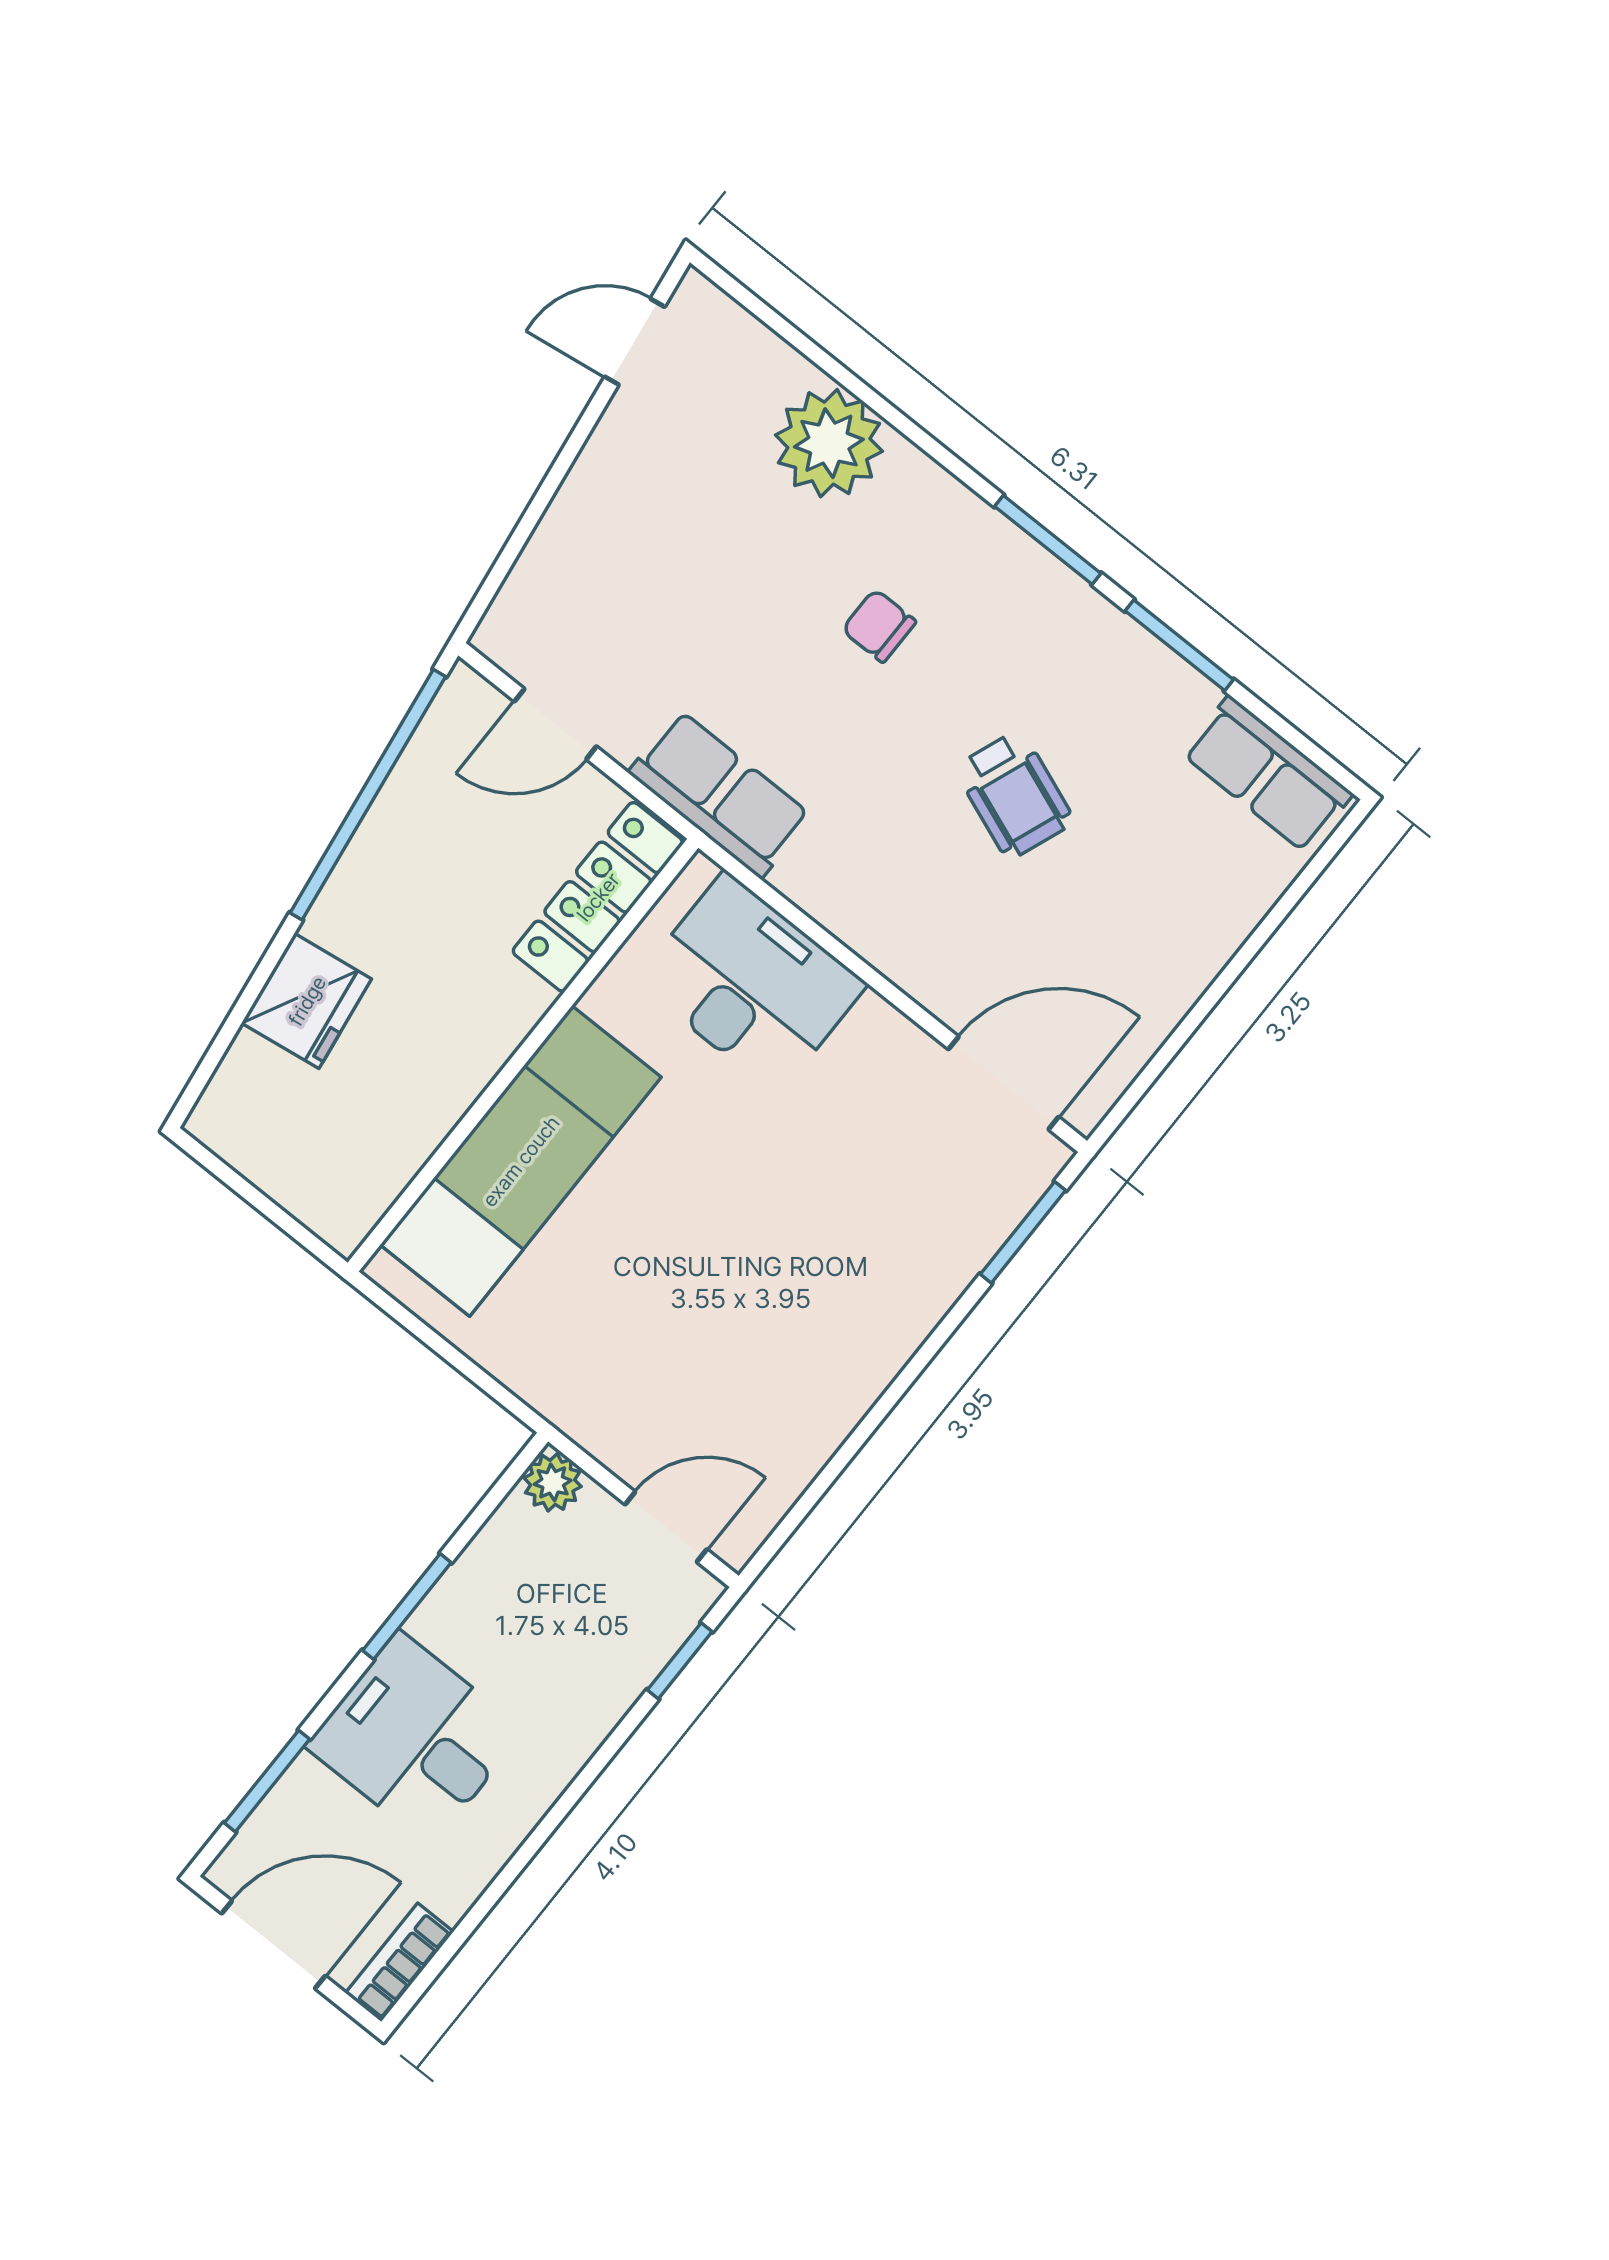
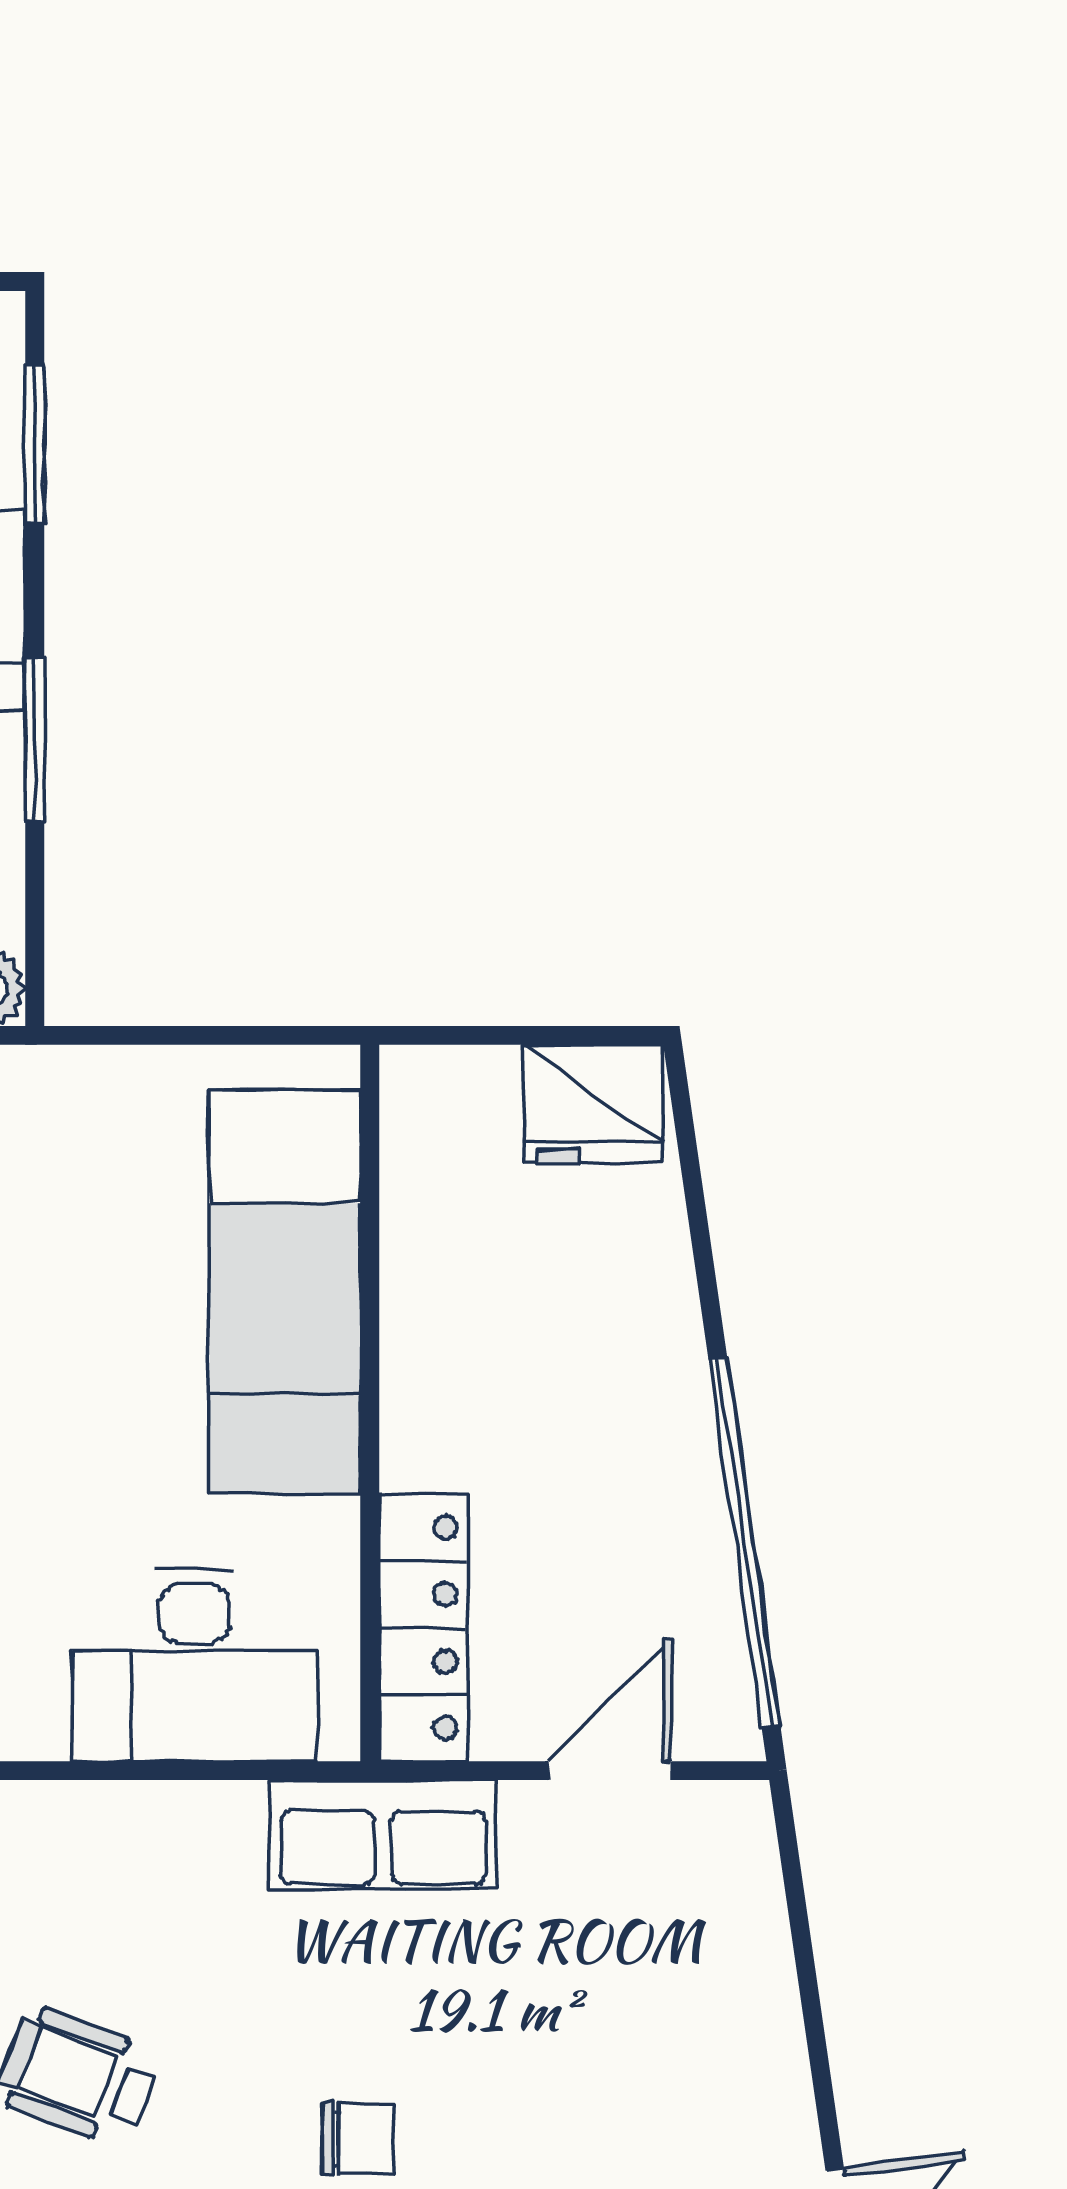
fridge: (307, 1001) -> (593, 1104), moved, turned -82

